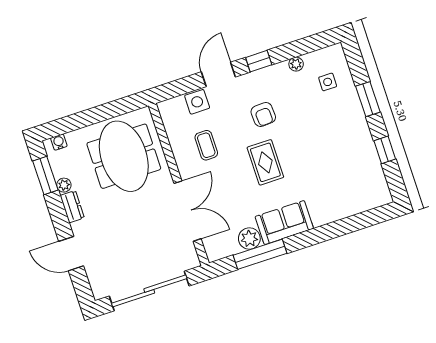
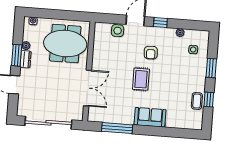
coffee table: (206, 145) -> (197, 101), moved
meeting table: (124, 156) -> (65, 44), turned 90
window: (45, 176) -> (17, 55), moved
sofa: (284, 223) -> (150, 117), moved
plant: (249, 239) -> (115, 117), removed

